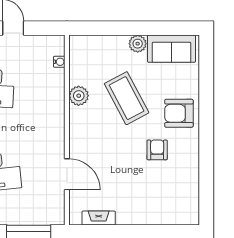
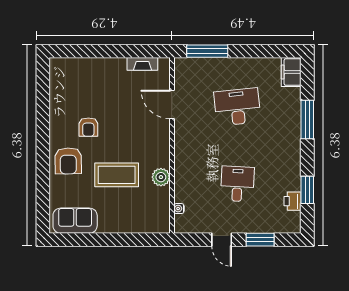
plant: (138, 44) -> (106, 225), removed
coffee table: (127, 98) -> (117, 175), turned -62
armchair: (179, 113) -> (68, 161), turned 89

